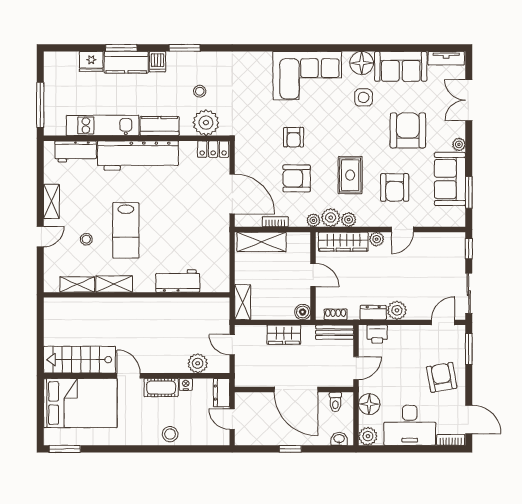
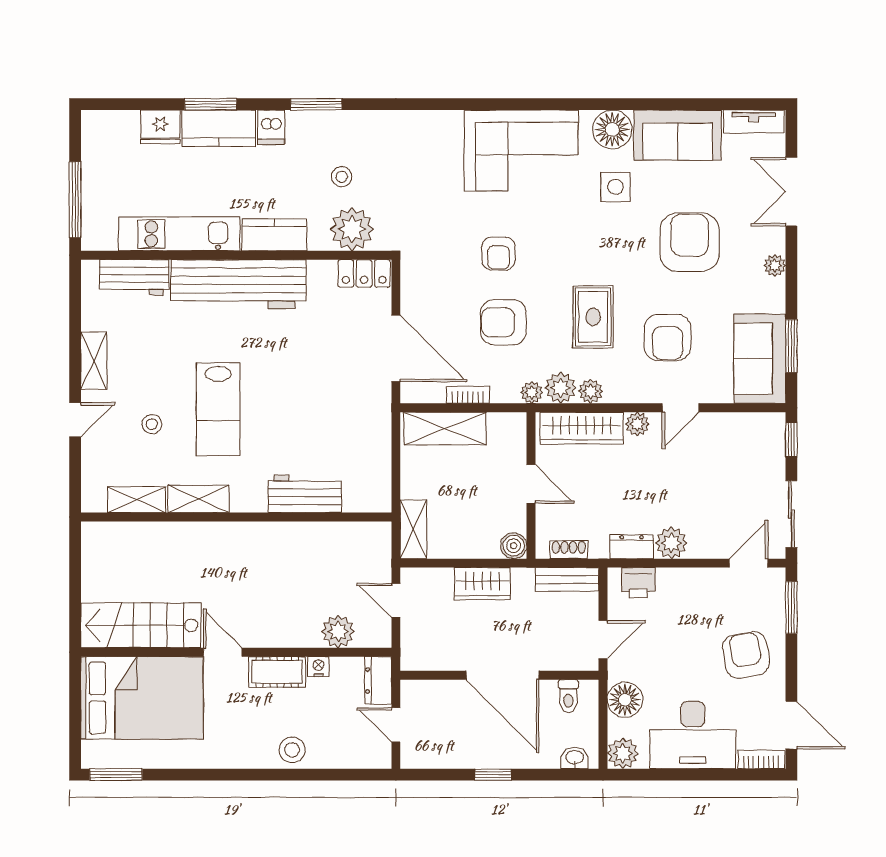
sofa: (450, 179) -> (760, 359), moved

